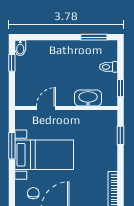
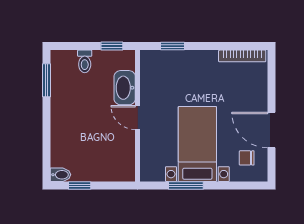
door: (46, 108) -> (138, 117), moved

